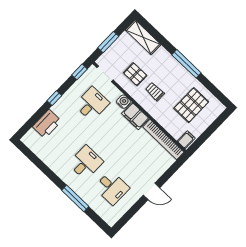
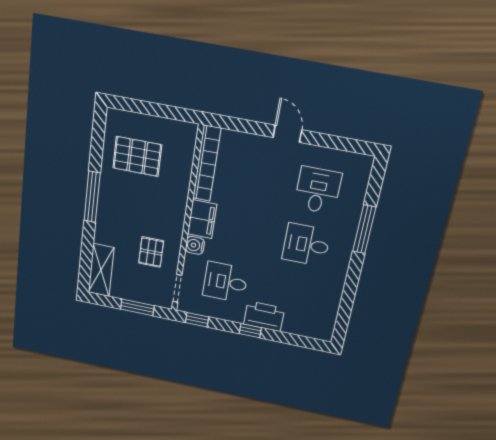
trolley: (155, 92) -> (154, 214), removed
printer: (47, 124) -> (264, 316), moved
filing cabinet: (186, 140) -> (186, 133), removed

